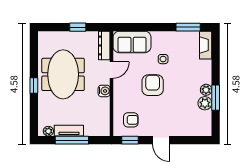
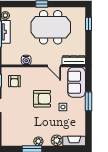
window: (78, 27) -> (88, 24), moved
window: (188, 27) -> (88, 101), moved
water cooler: (104, 91) -> (26, 60), moved
plant: (205, 103) -> (57, 140), moved

